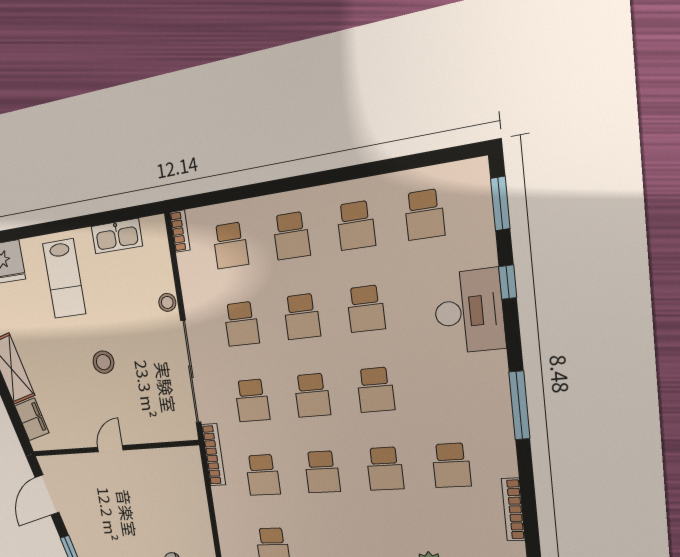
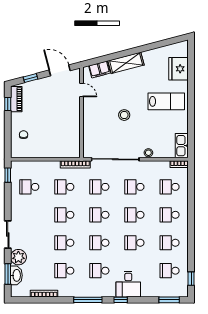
window: (439, 157) -> (191, 279), added
kitchen sink: (117, 236) -> (182, 146), moved
lab bench: (64, 279) -> (166, 101), turned 180
window: (508, 282) -> (121, 300), moved
desk: (469, 312) -> (128, 284), width x0.73
school desk: (443, 384) -> (99, 271), added
door: (110, 449) -> (82, 90), moved

